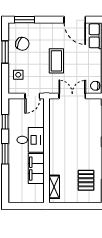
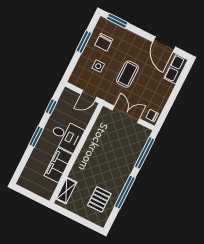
chair: (22, 44) -> (104, 42), turned 69
side table: (18, 75) -> (98, 66), moved

